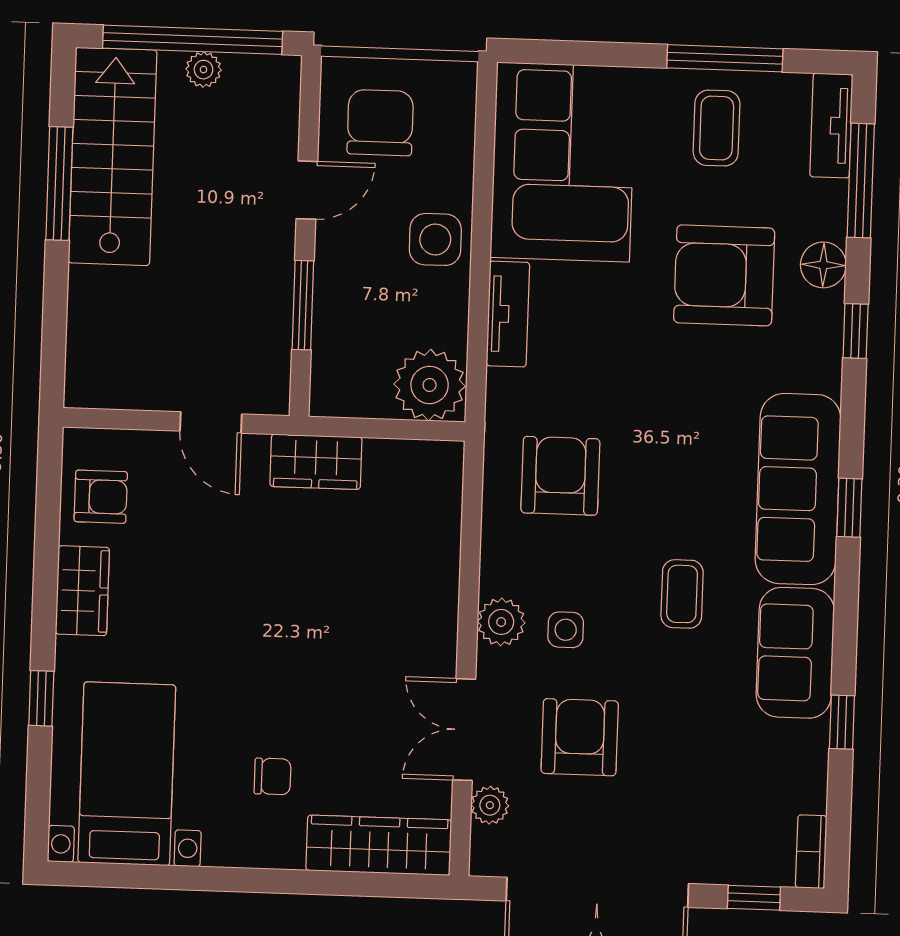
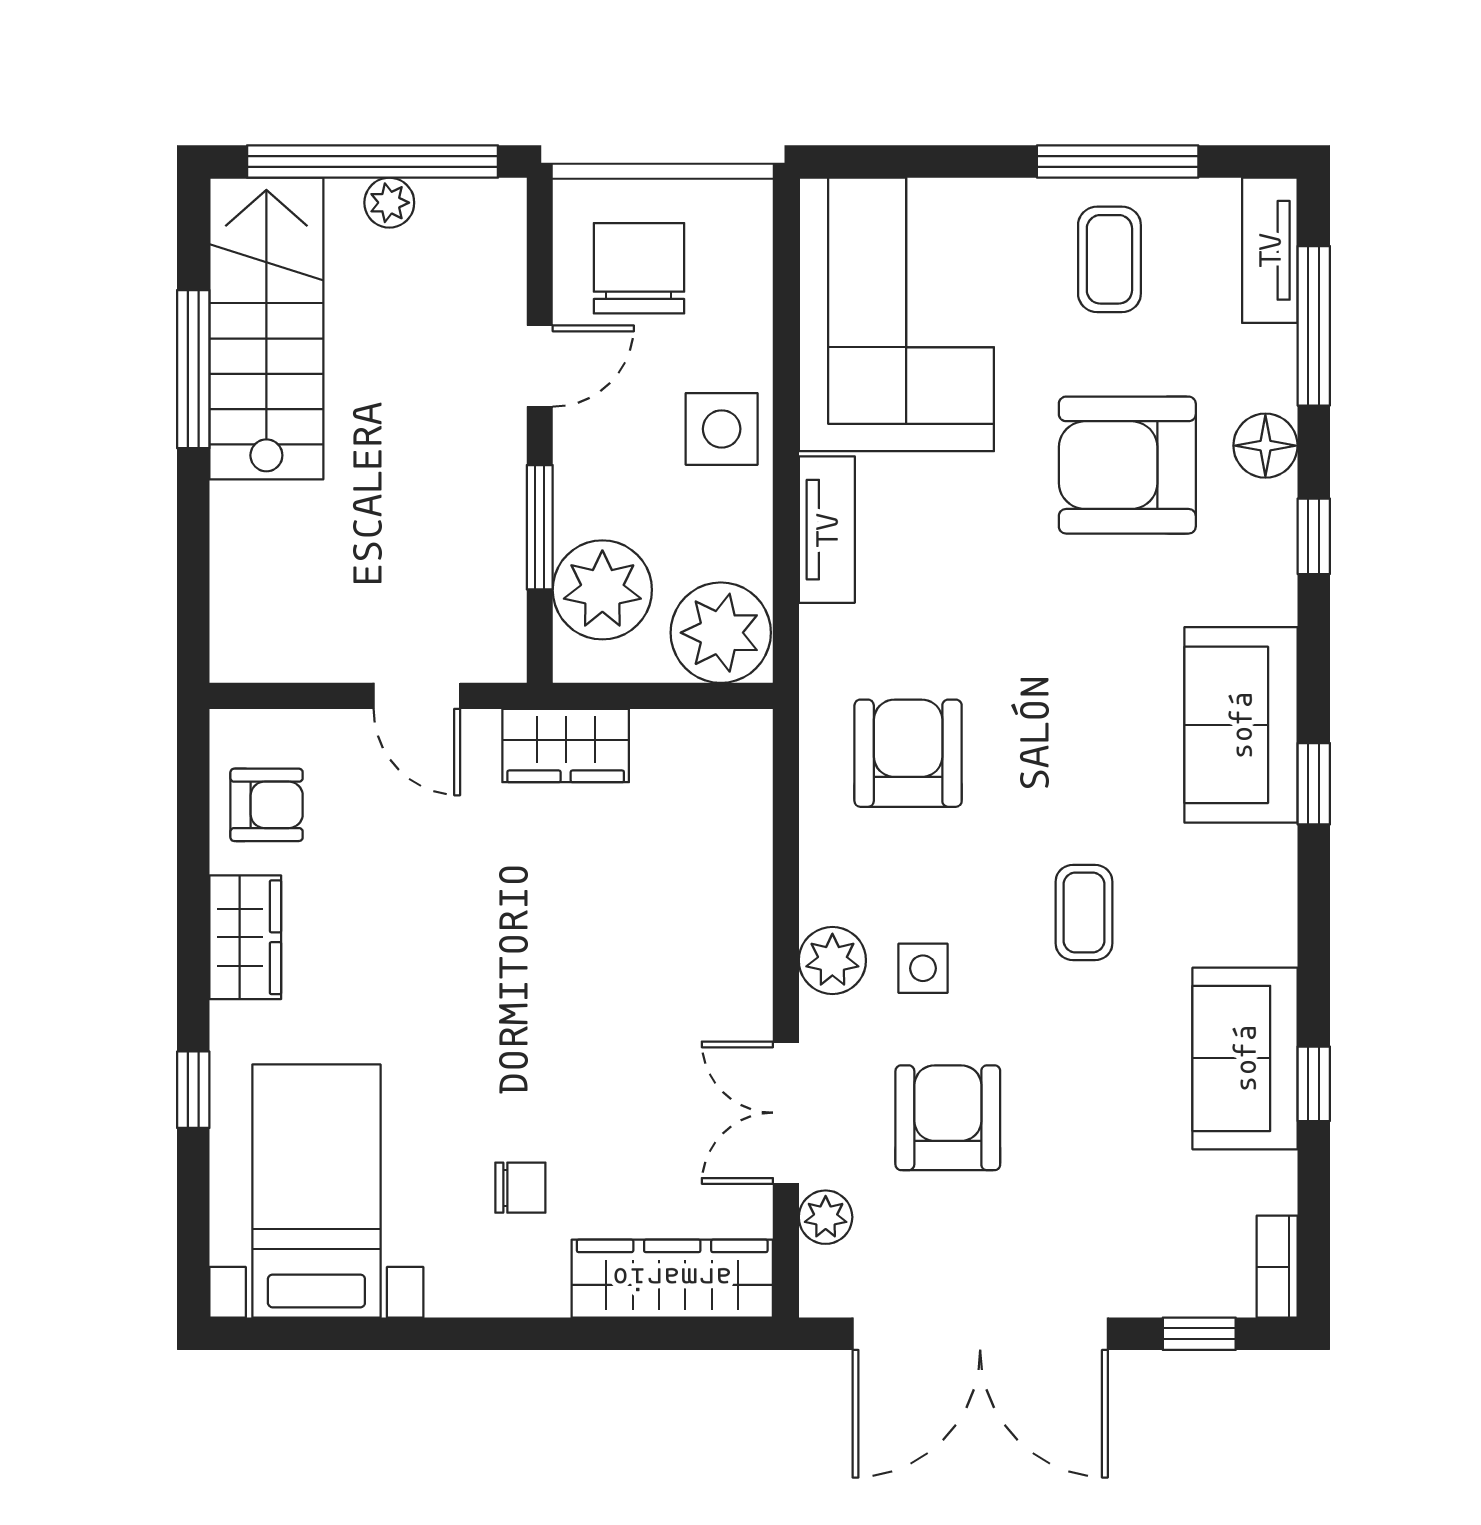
plant: (346, 351) -> (602, 590), added
sofa: (798, 489) -> (1241, 725), width x0.73
sofa: (795, 653) -> (1245, 1058), moved

